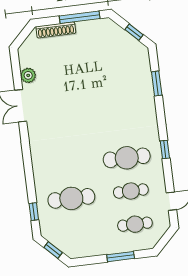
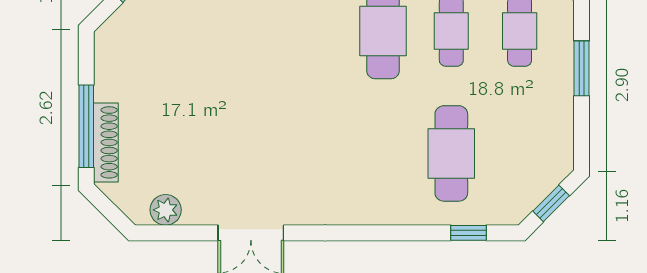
window: (80, 17) -> (86, 126), moved
plant: (28, 75) -> (166, 210), moved

